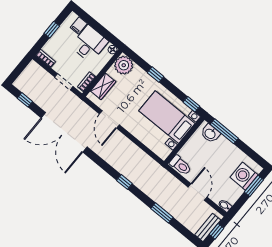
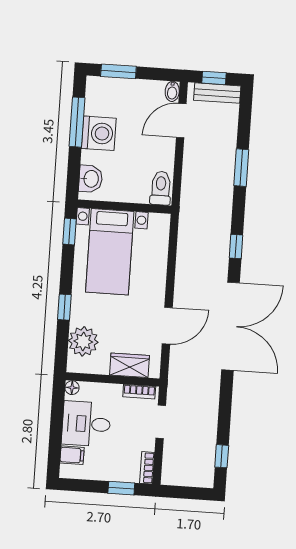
window: (52, 30) -> (121, 488), moved
plant: (124, 65) -> (83, 341), moved
window: (224, 131) -> (77, 122), moved
double door: (64, 132) -> (231, 326), moved
washing machine: (244, 176) -> (99, 133), moved, turned -90
door: (198, 192) -> (181, 121), moved

